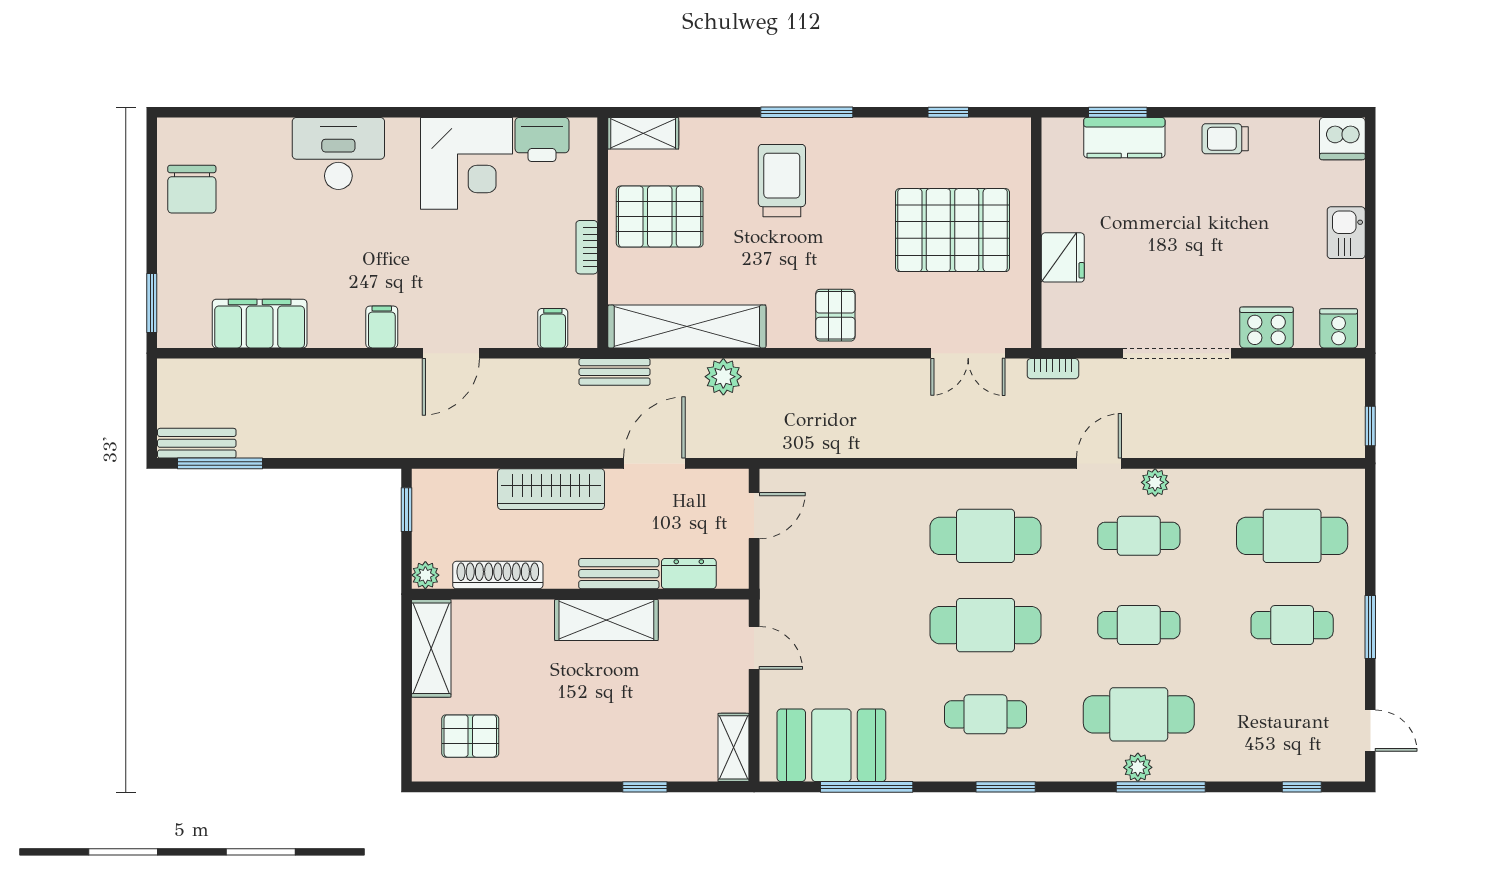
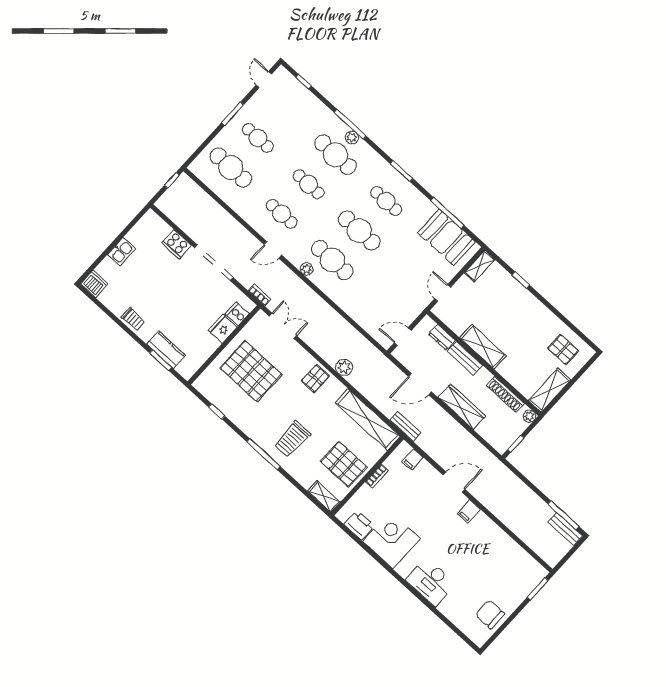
chair: (192, 189) -> (490, 614), turned -90
filing cabinet: (260, 324) -> (508, 550), removed
cooker: (1339, 328) -> (237, 314), moved, turned 90
plant: (723, 377) -> (344, 367), moved
plant: (1155, 482) -> (307, 269), moved

